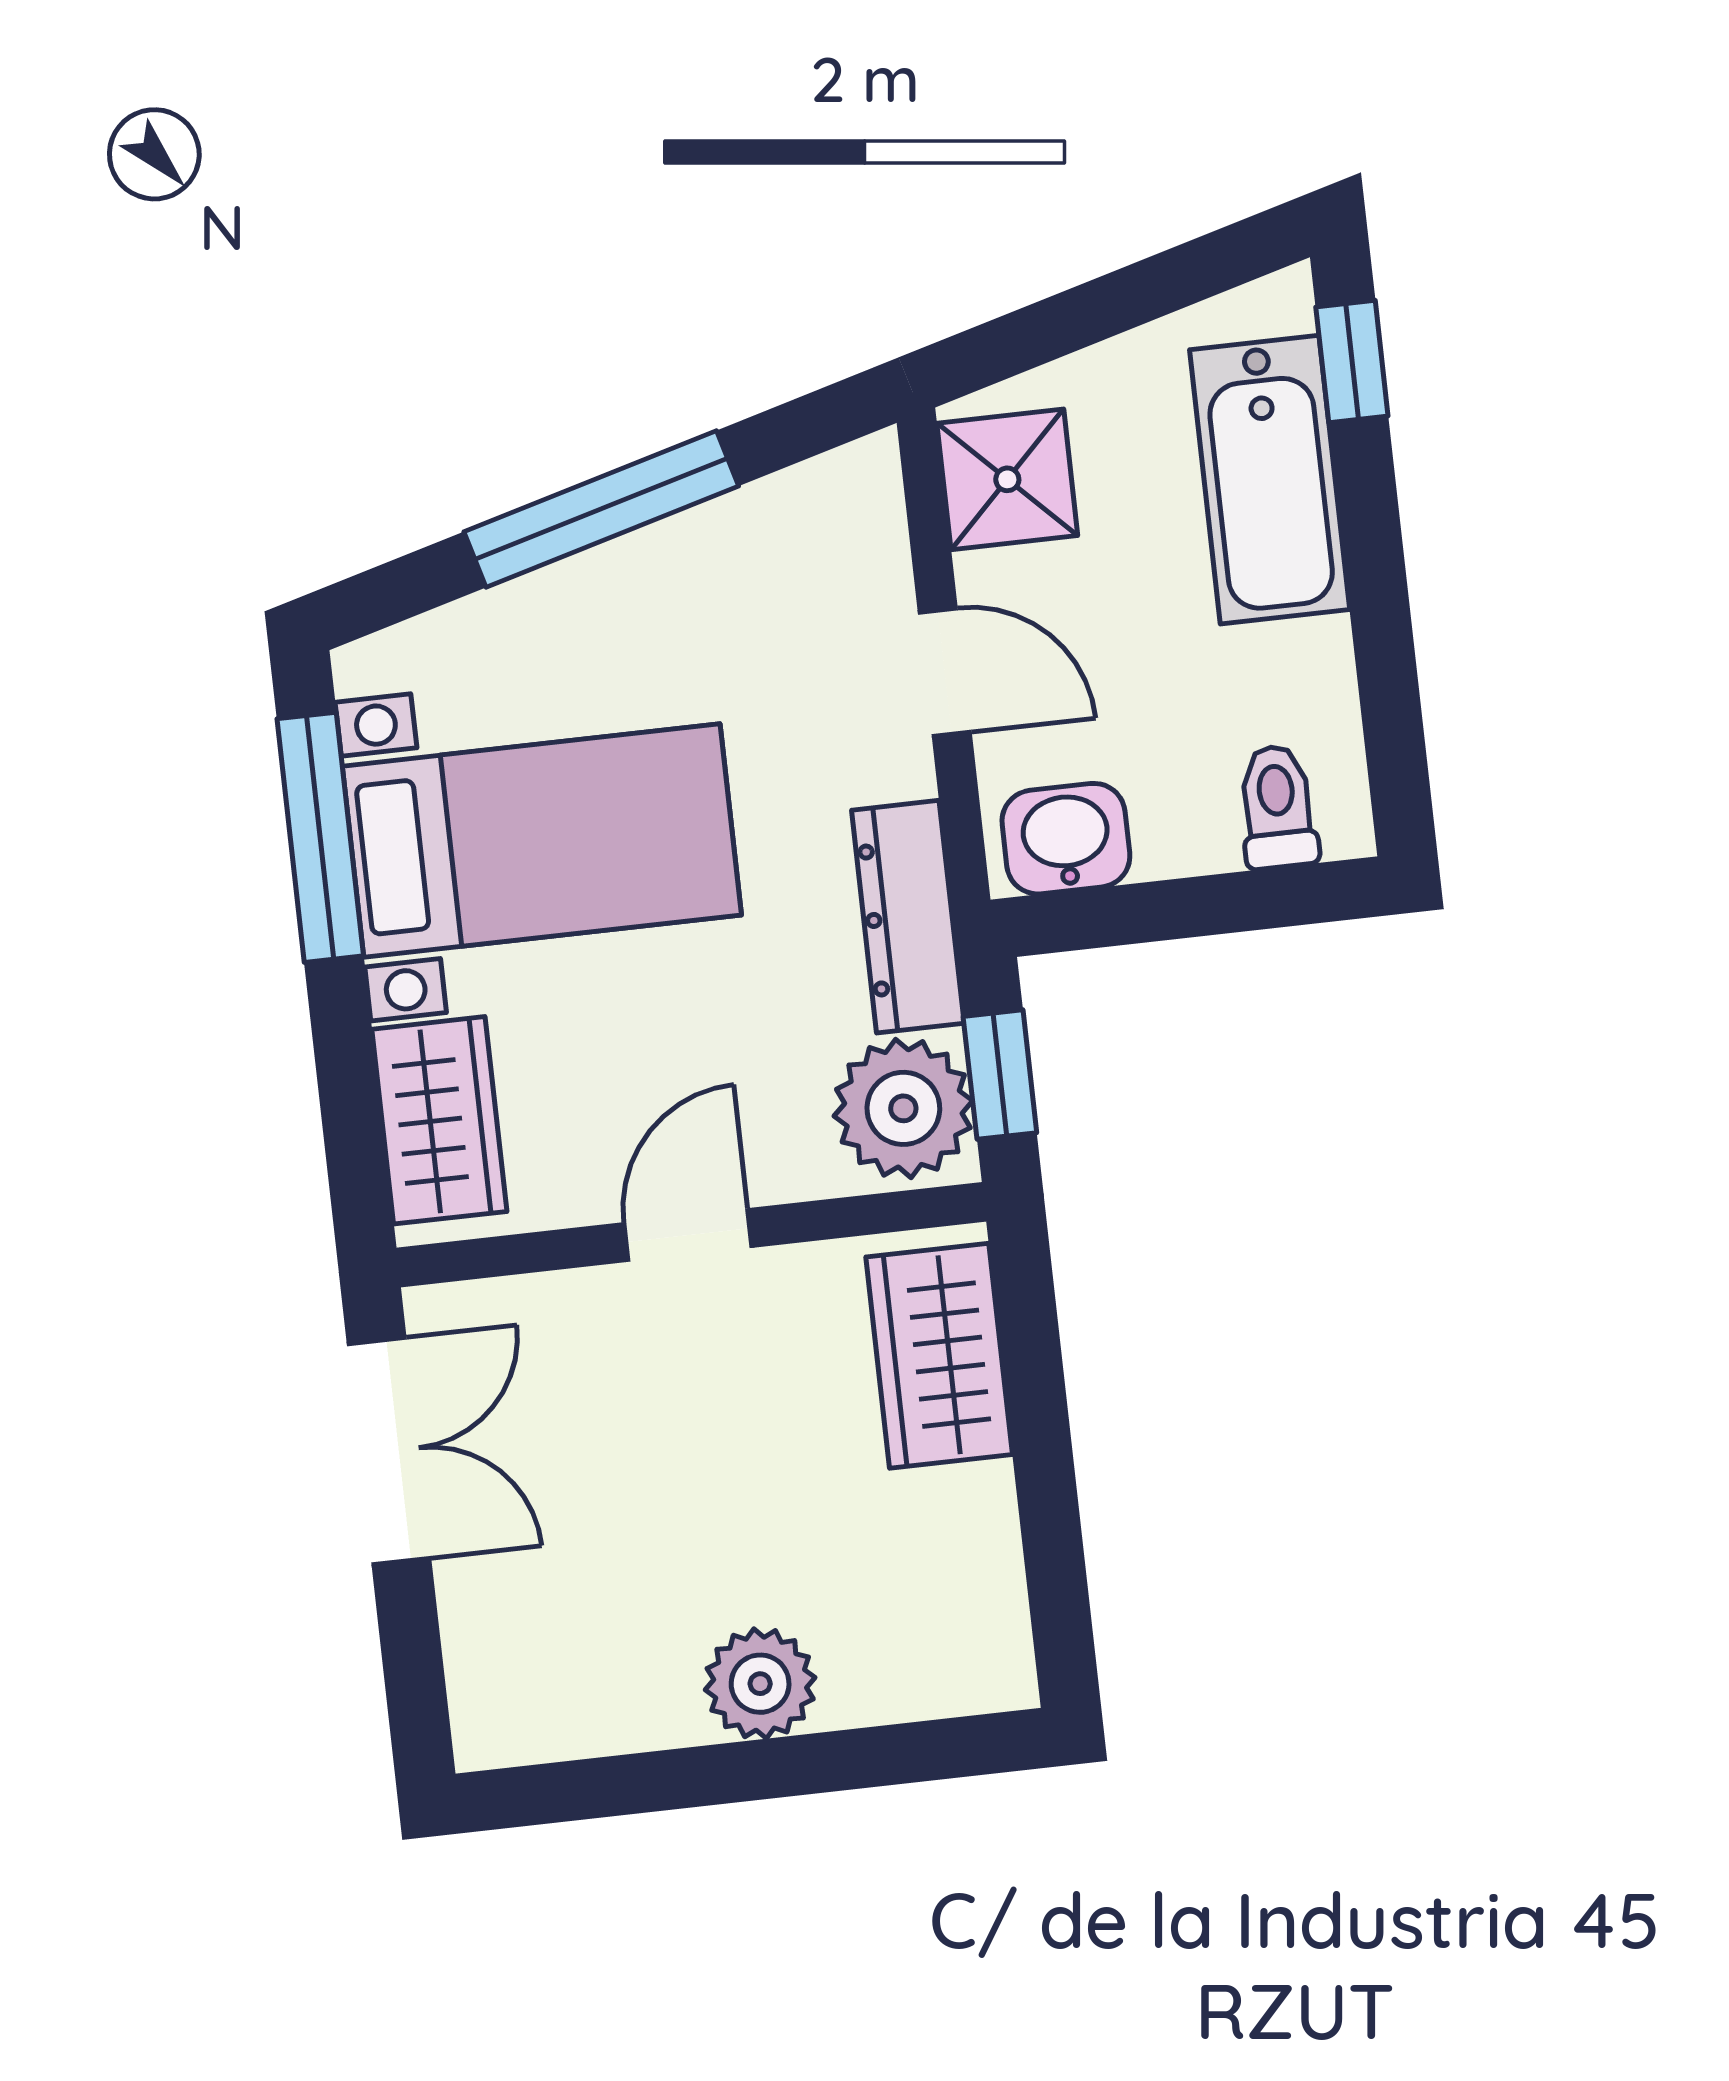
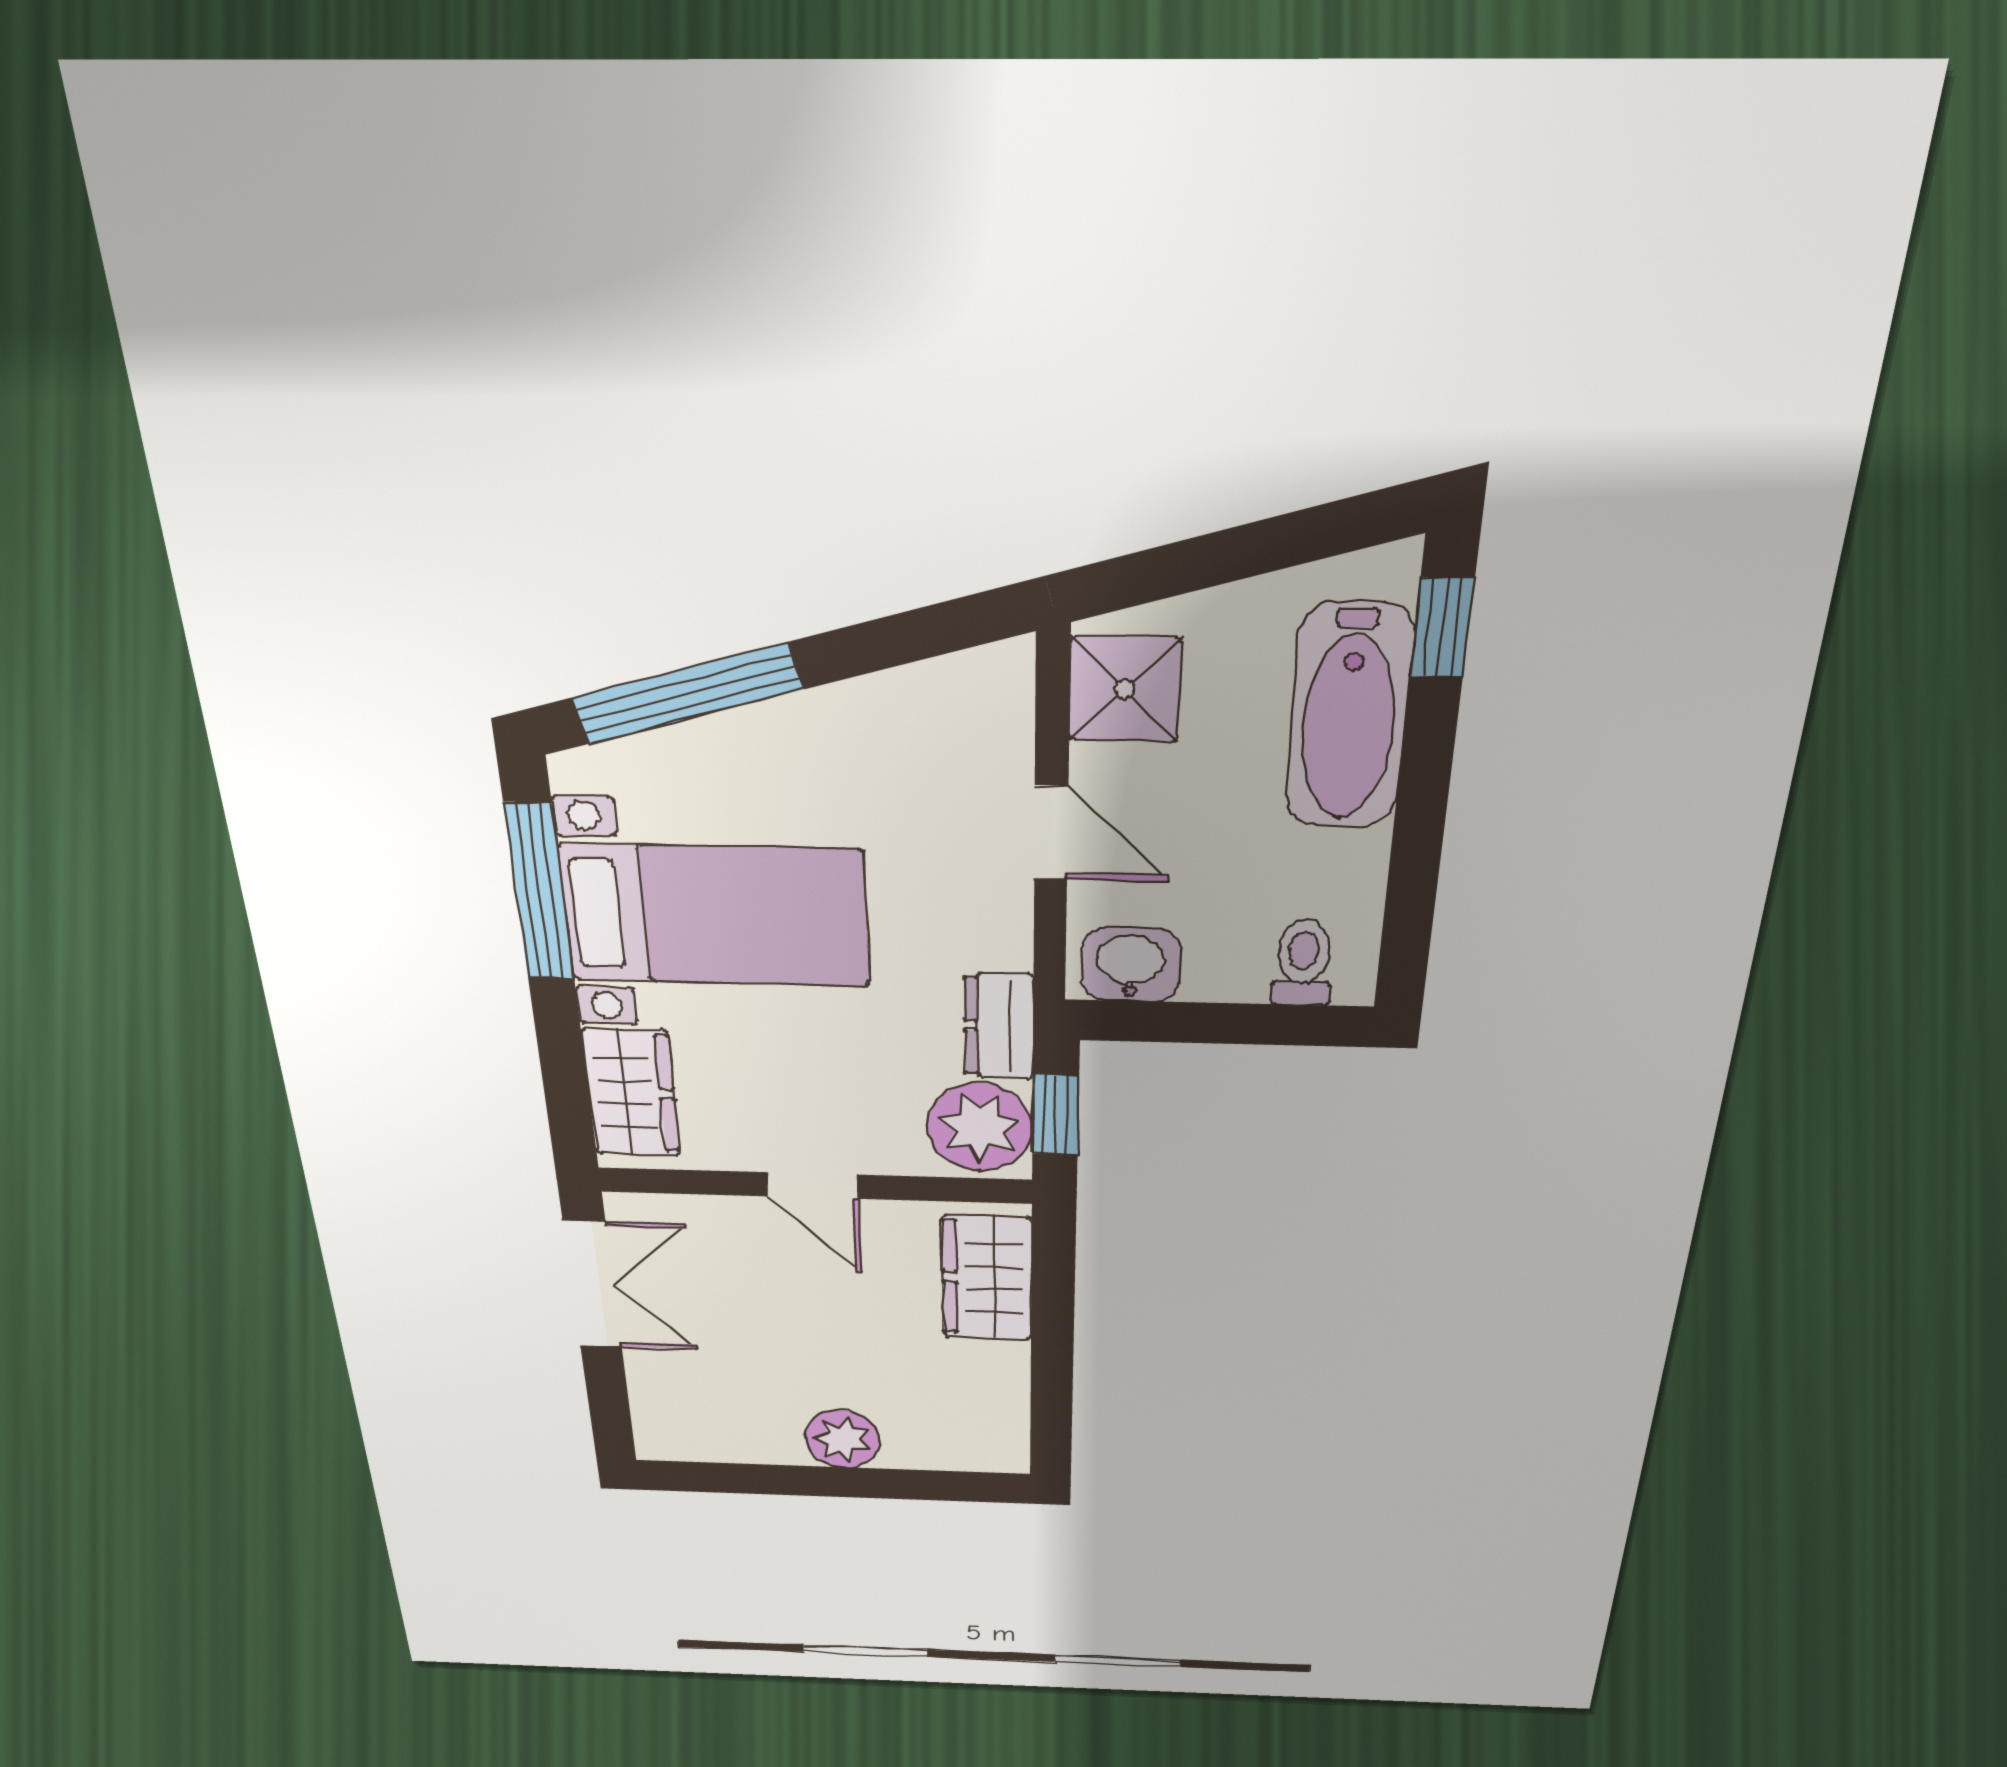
window: (601, 509) -> (687, 694), moved
dresser: (908, 917) -> (999, 1026), width x0.70
door: (688, 1235) -> (812, 1186), swing flipped

